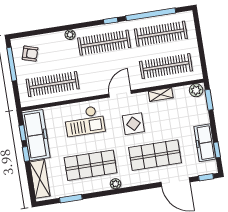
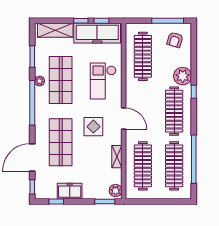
window: (111, 21) -> (194, 92), moved
plant: (70, 35) -> (183, 76), width x1.88, depth x1.88
freezer: (205, 143) -> (70, 191), width x0.71
plant: (116, 184) -> (40, 81), moved
window: (119, 191) -> (32, 103), added

